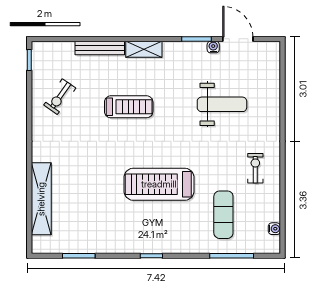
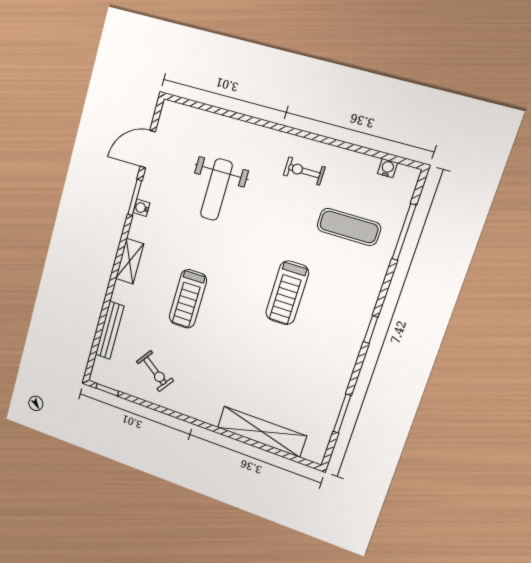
water cooler: (213, 47) -> (142, 208), moved
bench: (100, 48) -> (110, 330), moved
weight bench: (222, 104) -> (216, 190), turned 180
treadmill: (129, 107) -> (188, 299), turned 180
treadmill: (159, 184) -> (287, 293), width x0.73, depth x0.73

